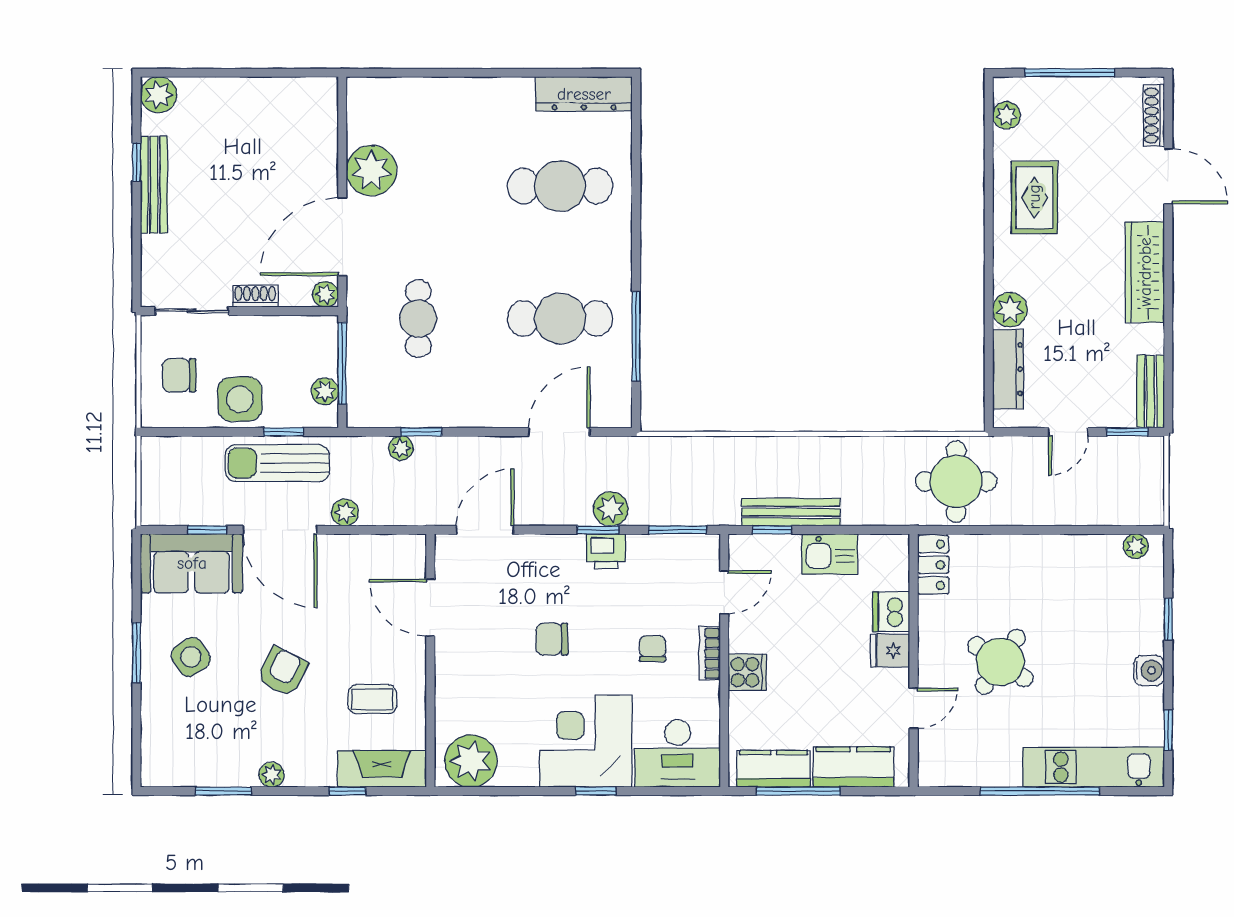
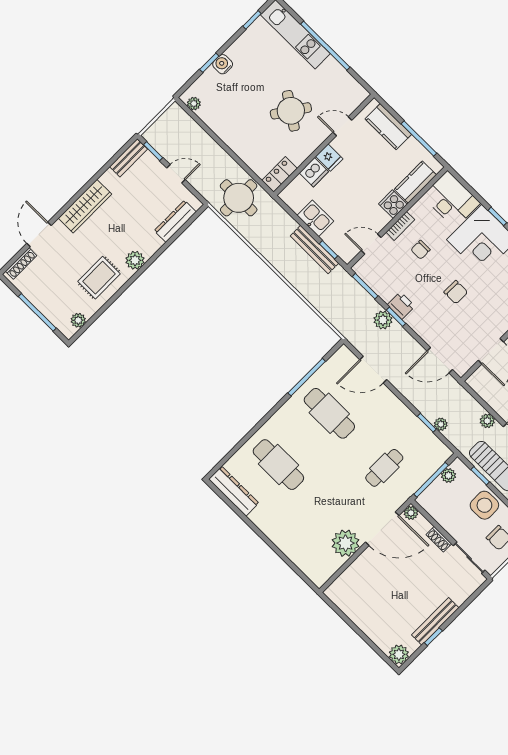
plant: (1010, 310) -> (135, 260), moved
water cooler: (1149, 671) -> (223, 64), moved
kitchen counter: (774, 769) -> (415, 182), moved, turned 90

